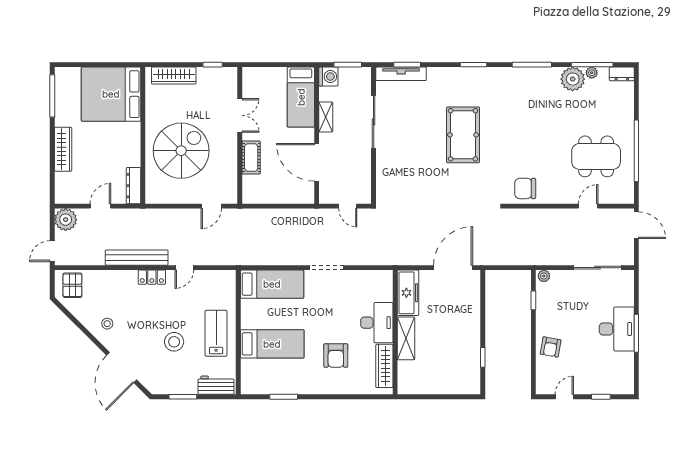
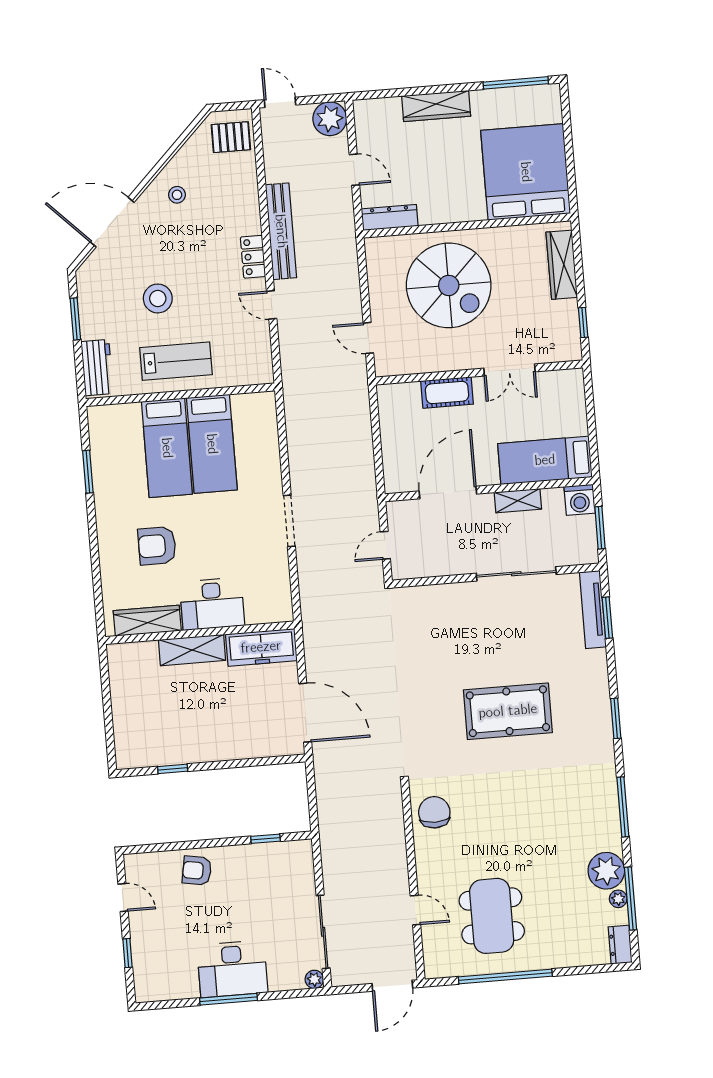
plant: (544, 276) -> (314, 979), moved
bed: (272, 284) -> (212, 444), moved

